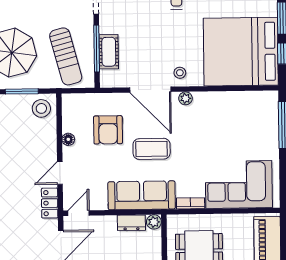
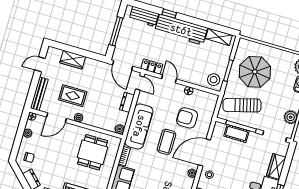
dresser: (131, 223) -> (127, 102), moved

